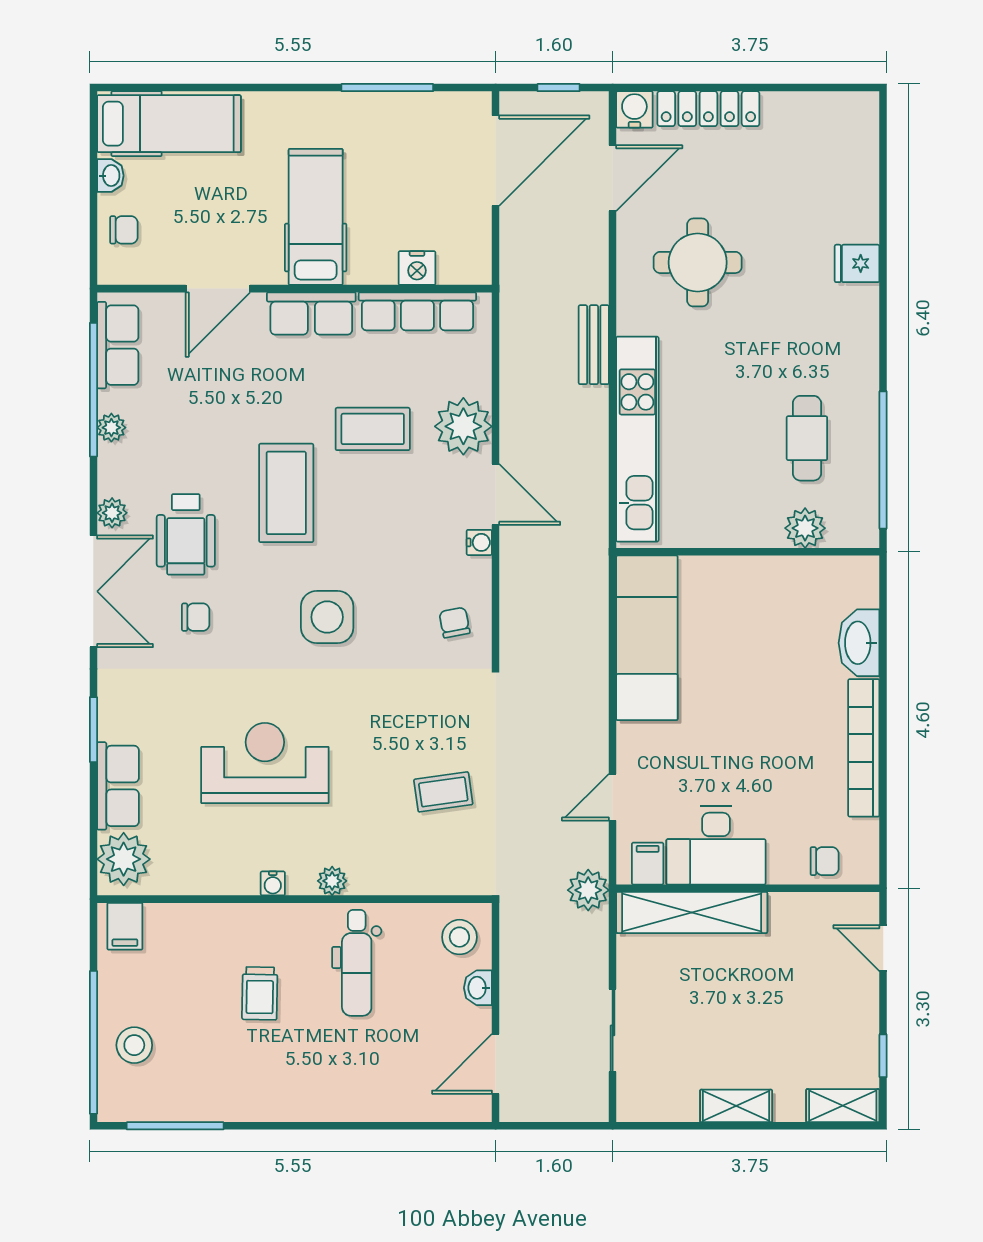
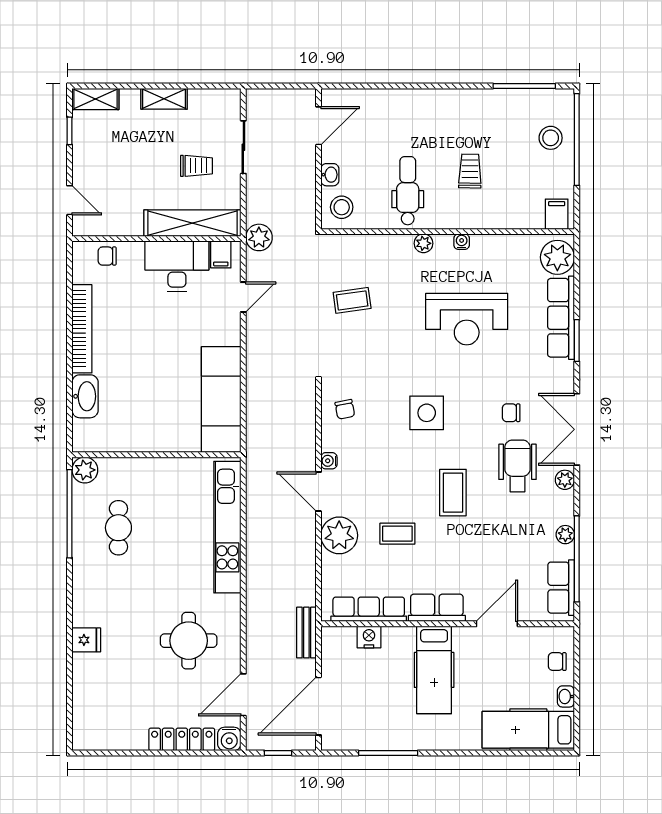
bench: (594, 345) -> (306, 633), moved
coffee table: (373, 429) -> (397, 534), width x0.73, depth x0.77
coffee table: (286, 493) -> (453, 493), width x0.73, depth x0.76
plant: (805, 528) -> (85, 470), moved
row of seats: (118, 786) -> (561, 318), width x1.48
trolley: (685, 1001) -> (197, 166), added

